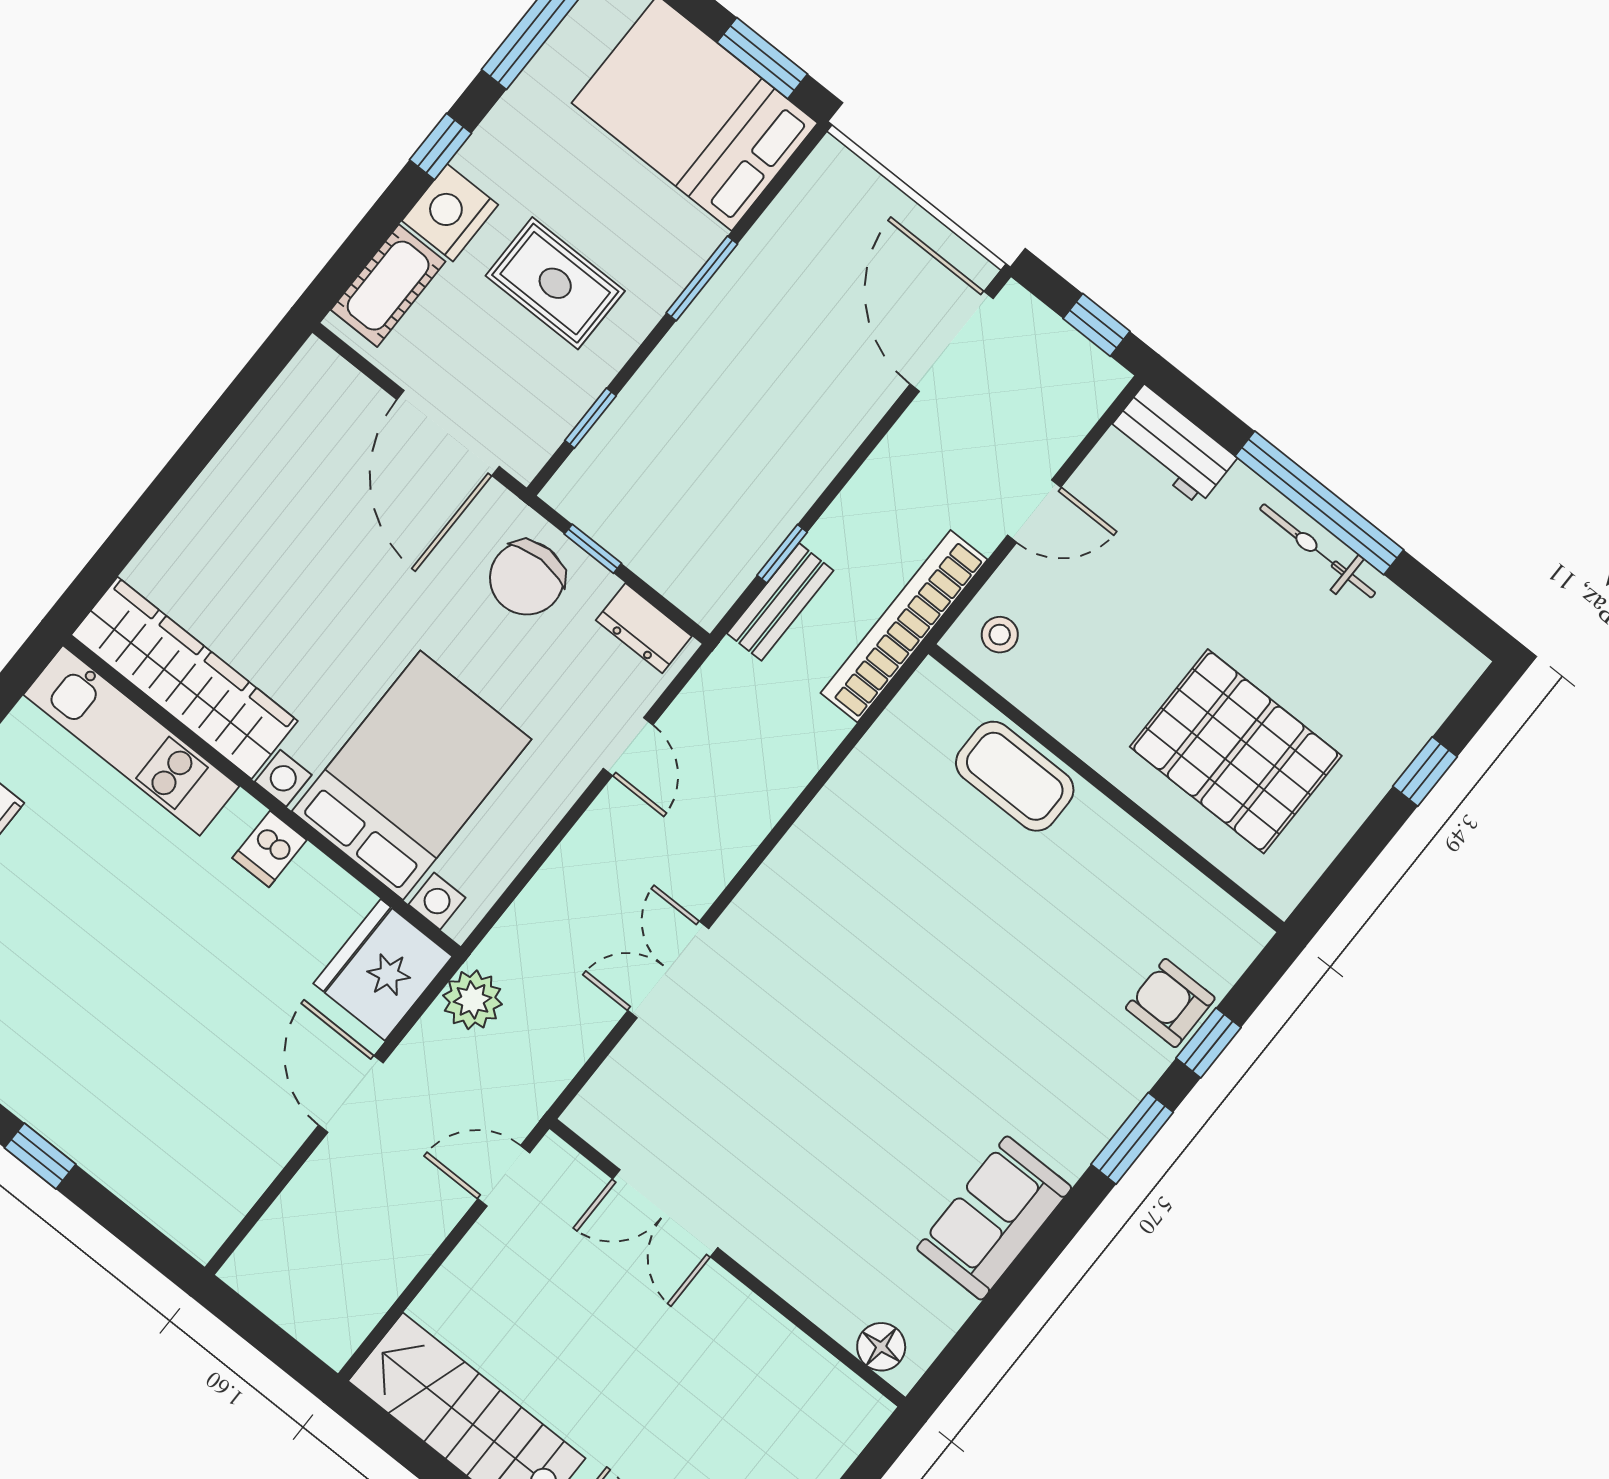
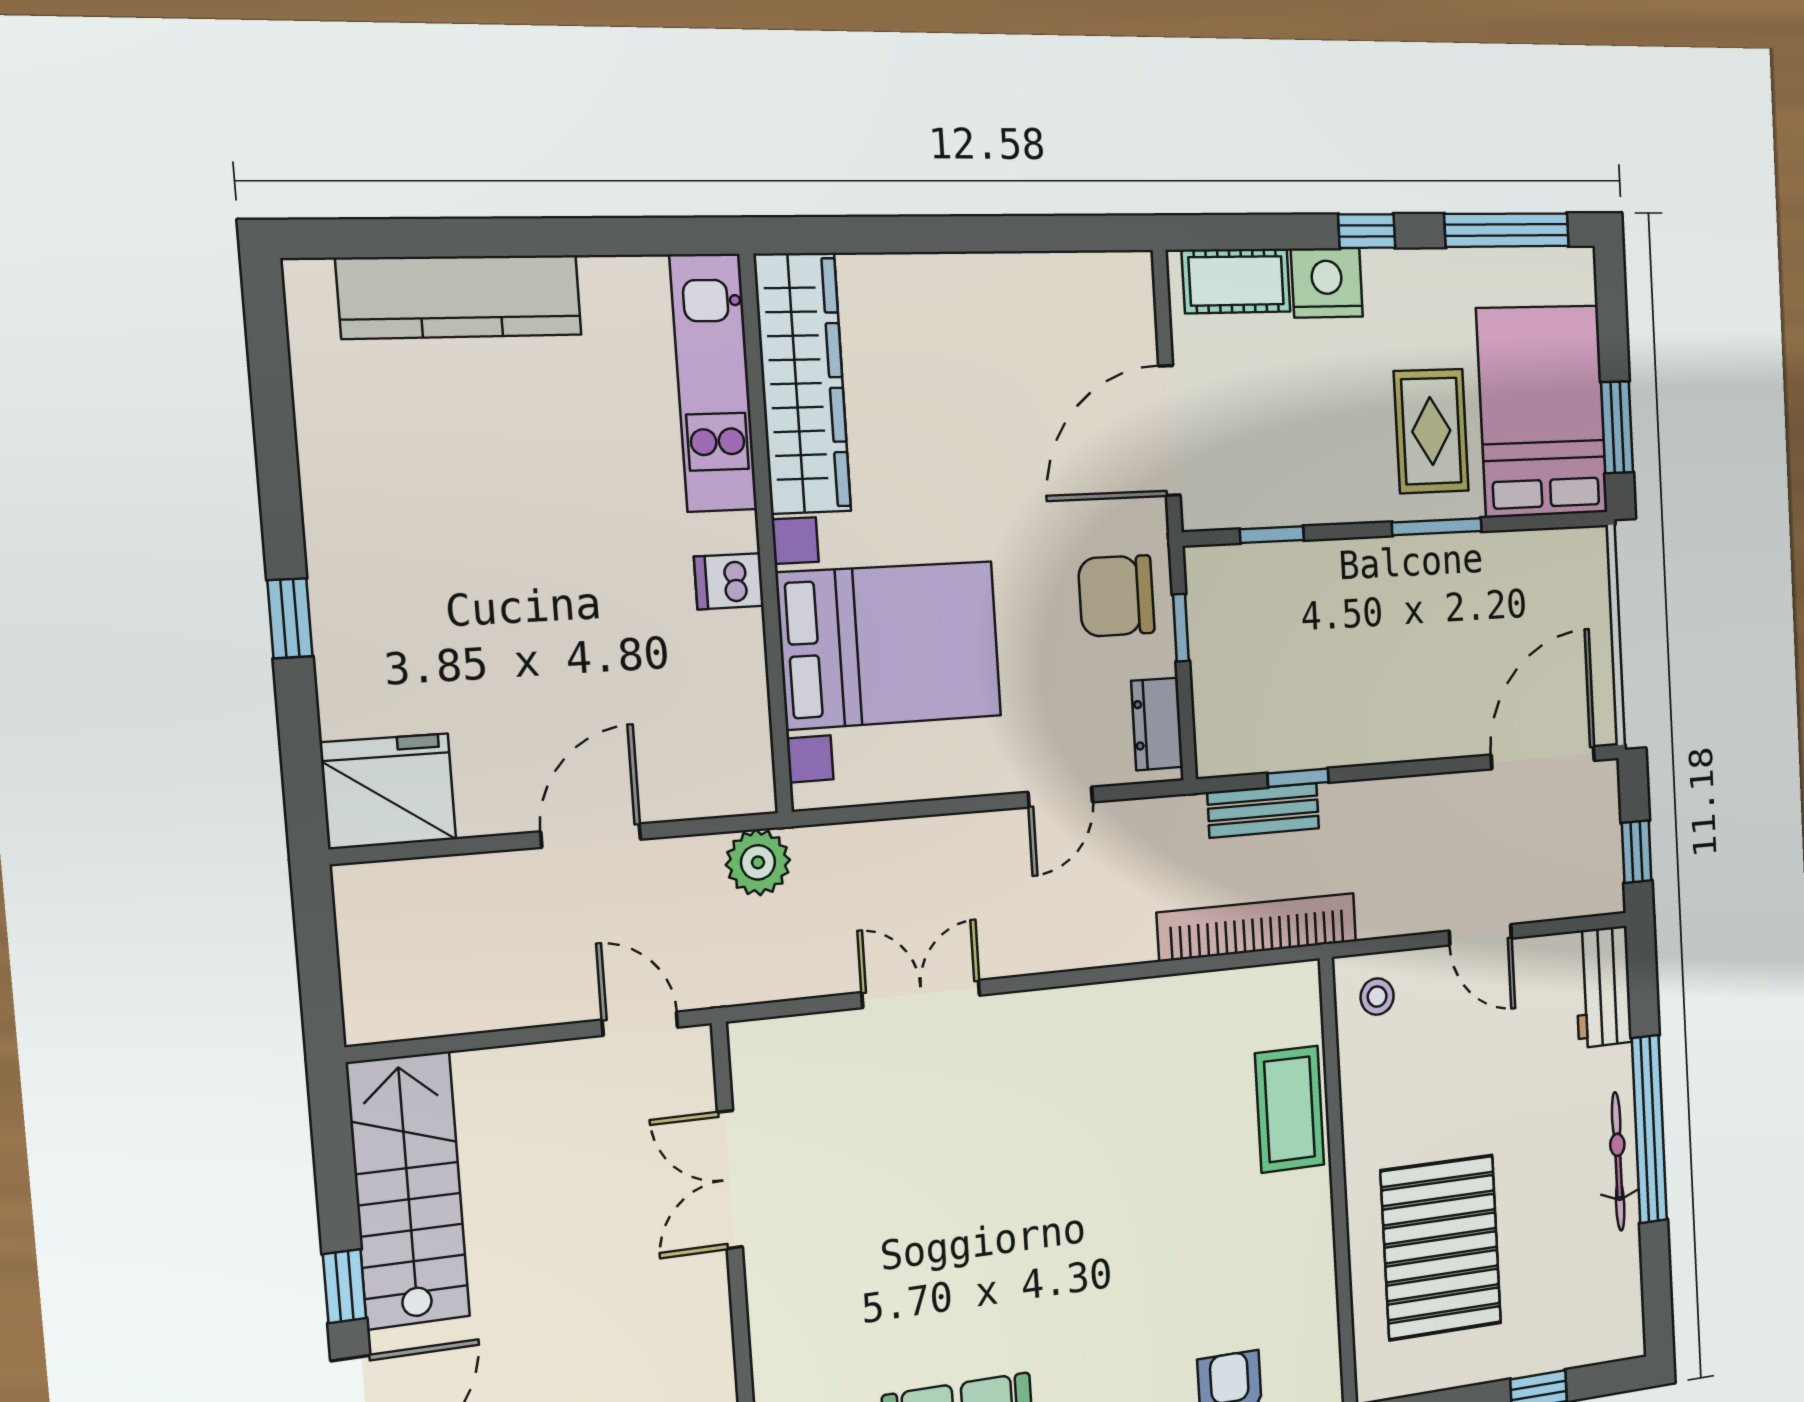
rug: (555, 283) -> (1431, 431), moved
bookcase: (904, 626) -> (1257, 927), moved
fridge: (383, 970) -> (388, 791), moved

